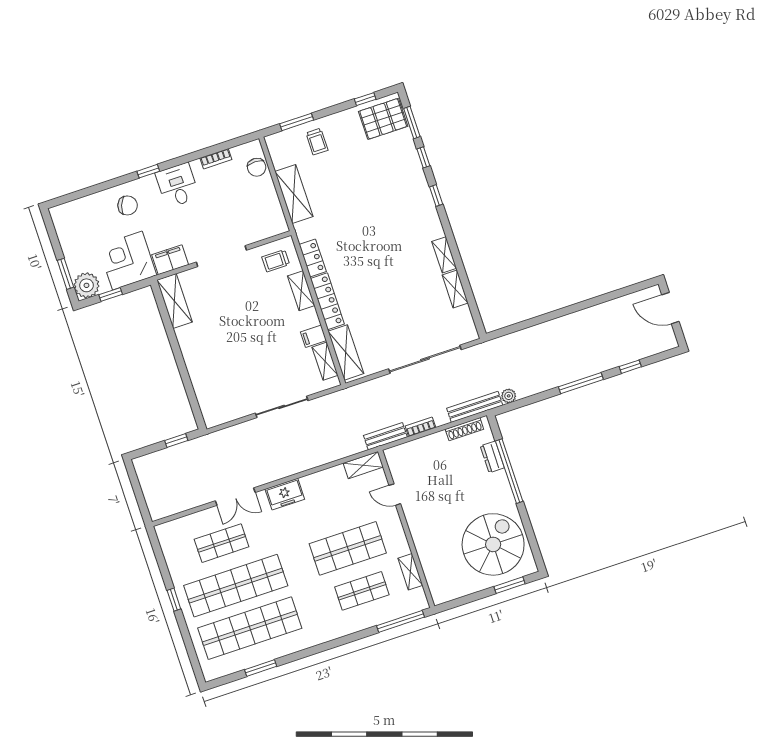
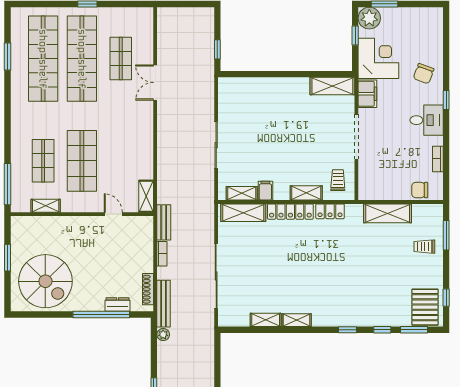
freezer: (285, 494) -> (144, 124), removed
door: (395, 495) -> (113, 214), hinge flipped
window: (510, 585) -> (8, 258), moved

